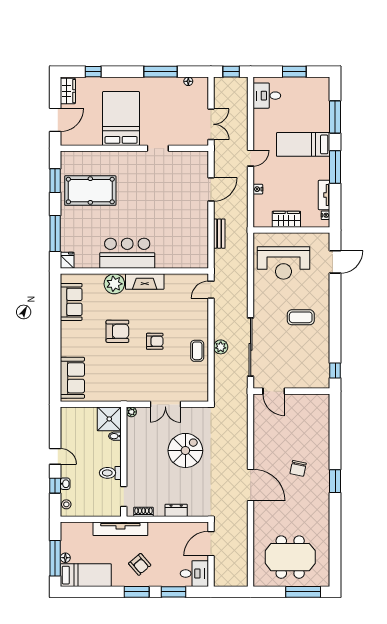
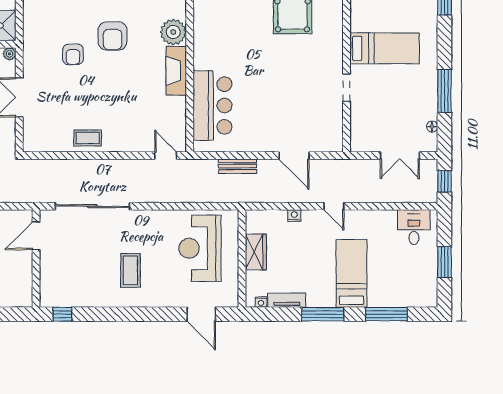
bed: (121, 119) -> (385, 48), width x0.67
double door: (211, 124) -> (400, 156), moved
bar counter: (127, 253) -> (212, 105), moved
armchair: (155, 341) -> (73, 54), moved
plant: (221, 347) -> (92, 168), removed

